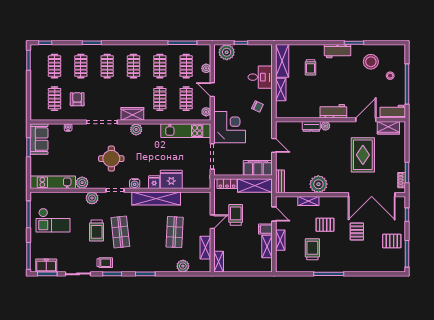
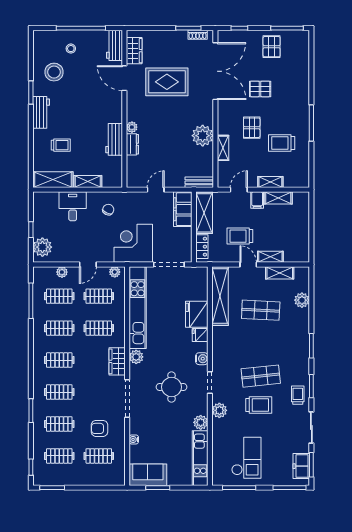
workbench: (333, 111) -> (114, 139), moved
kitchen unit: (186, 131) -> (138, 308), width x1.36
shelving: (156, 199) -> (220, 296), moved
shelving: (219, 262) -> (270, 257), moved

